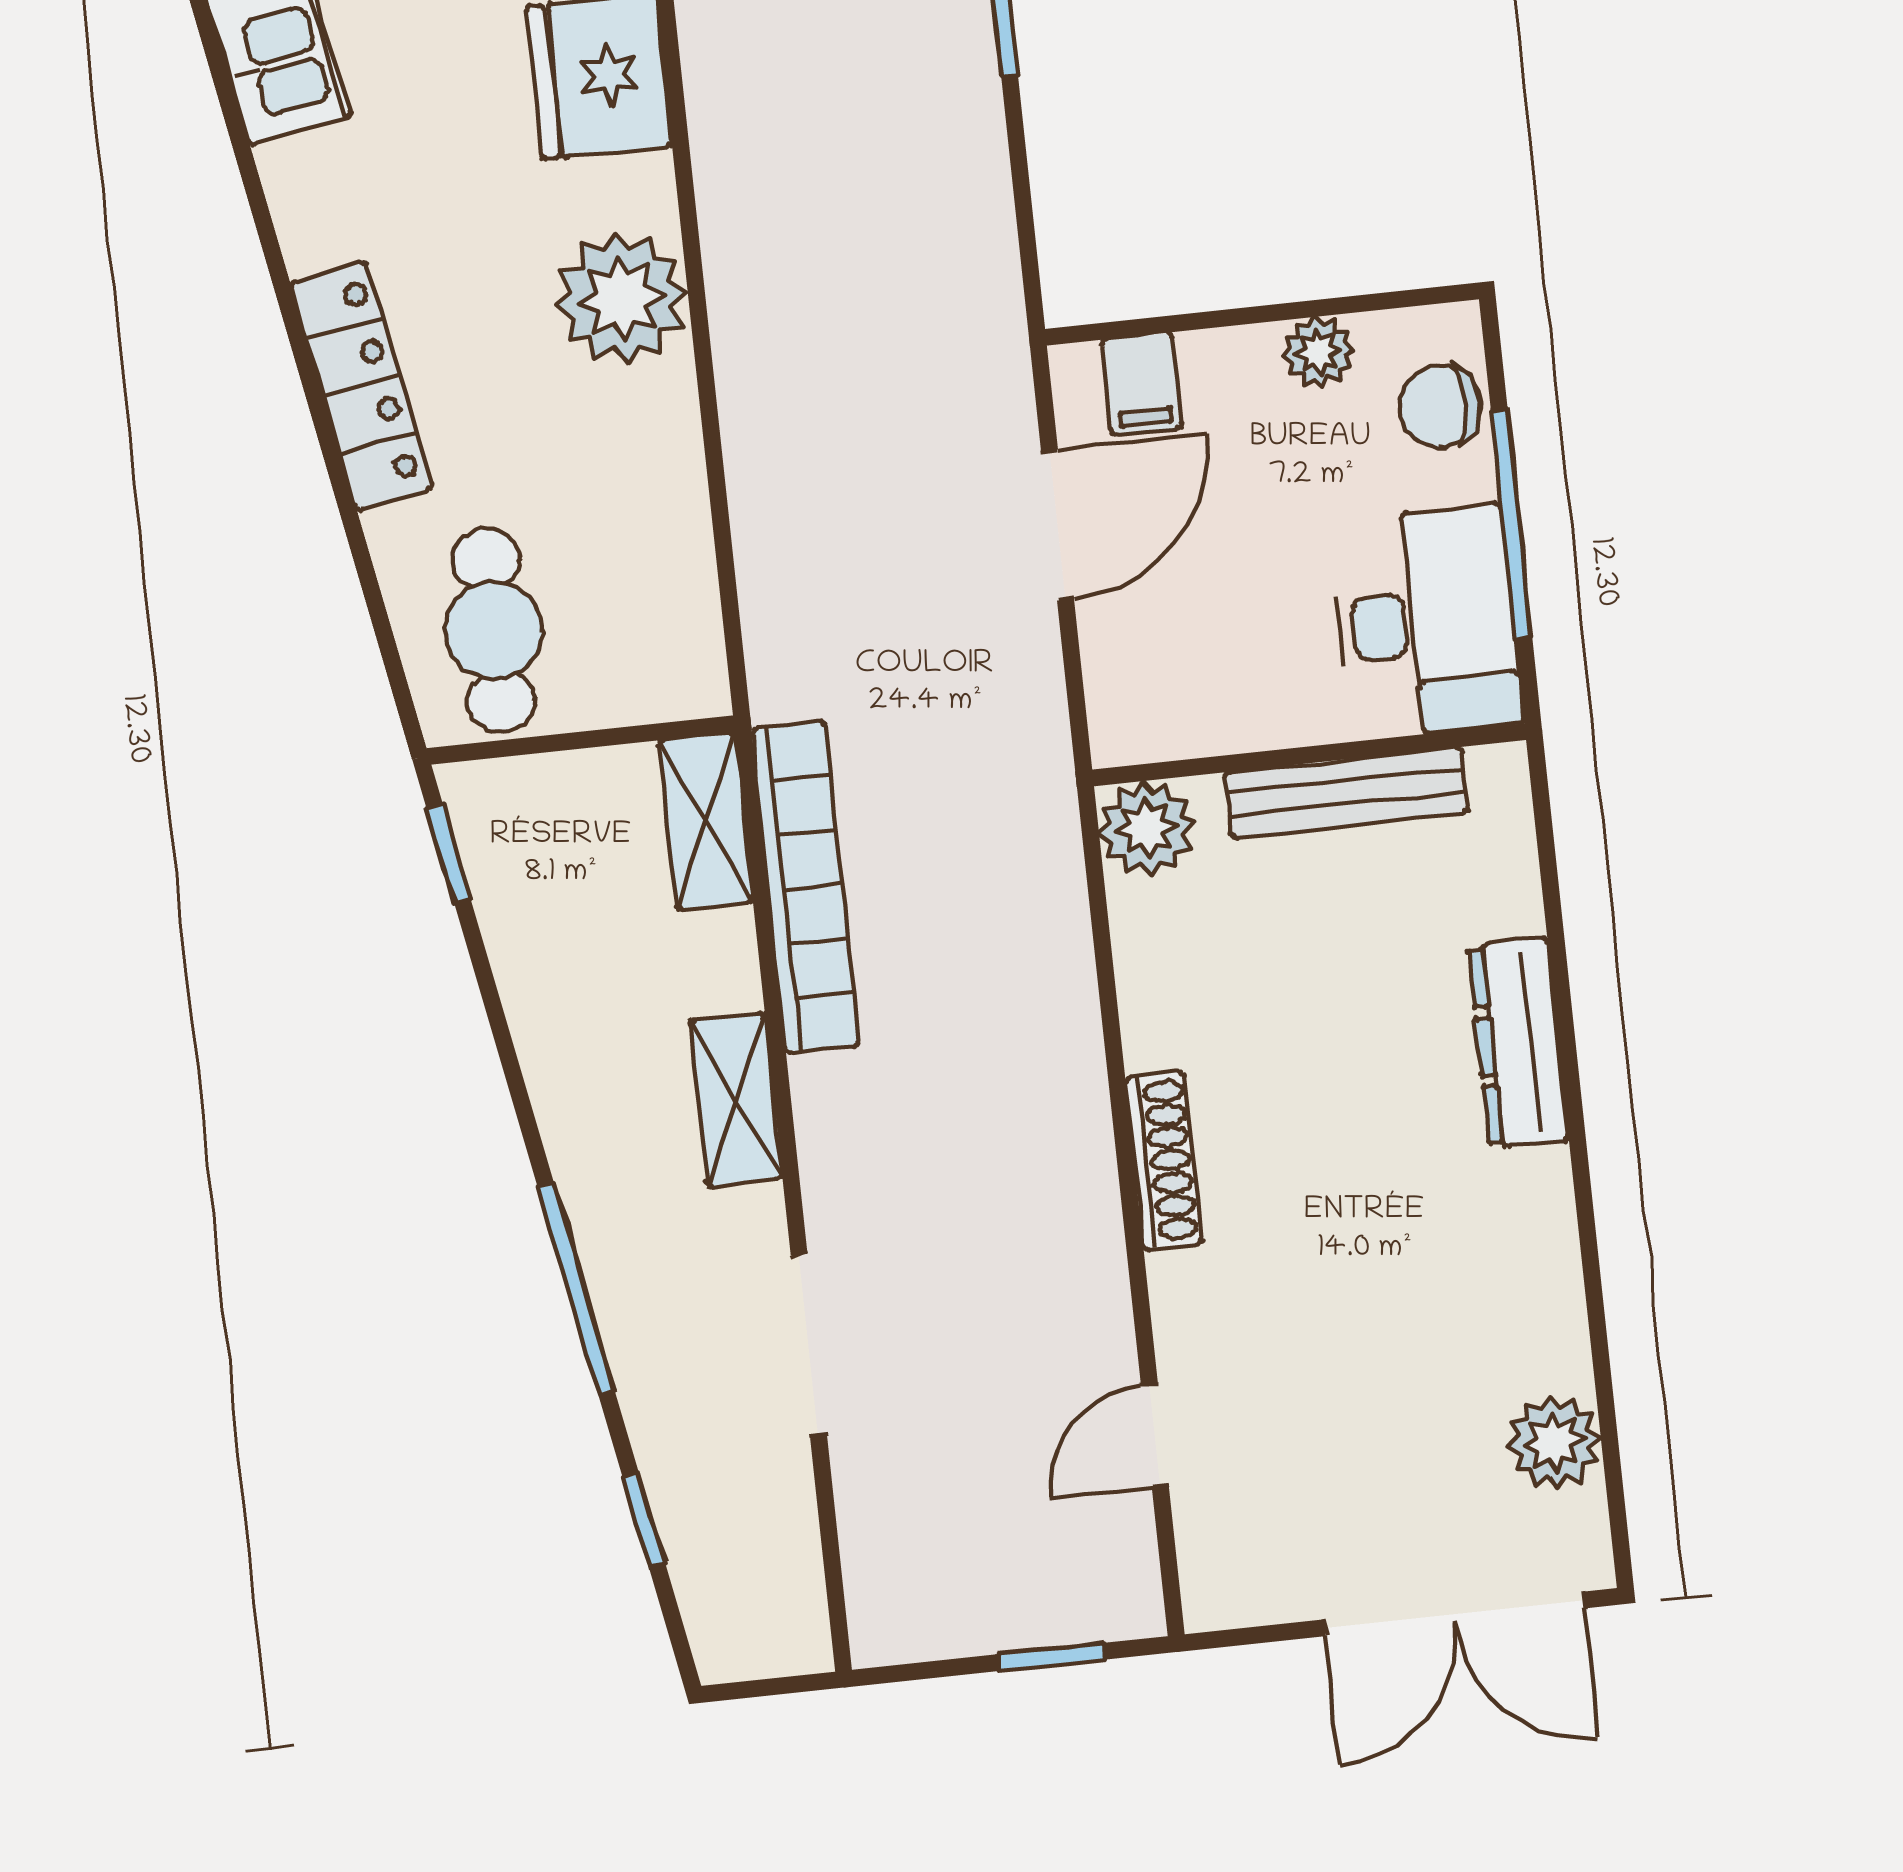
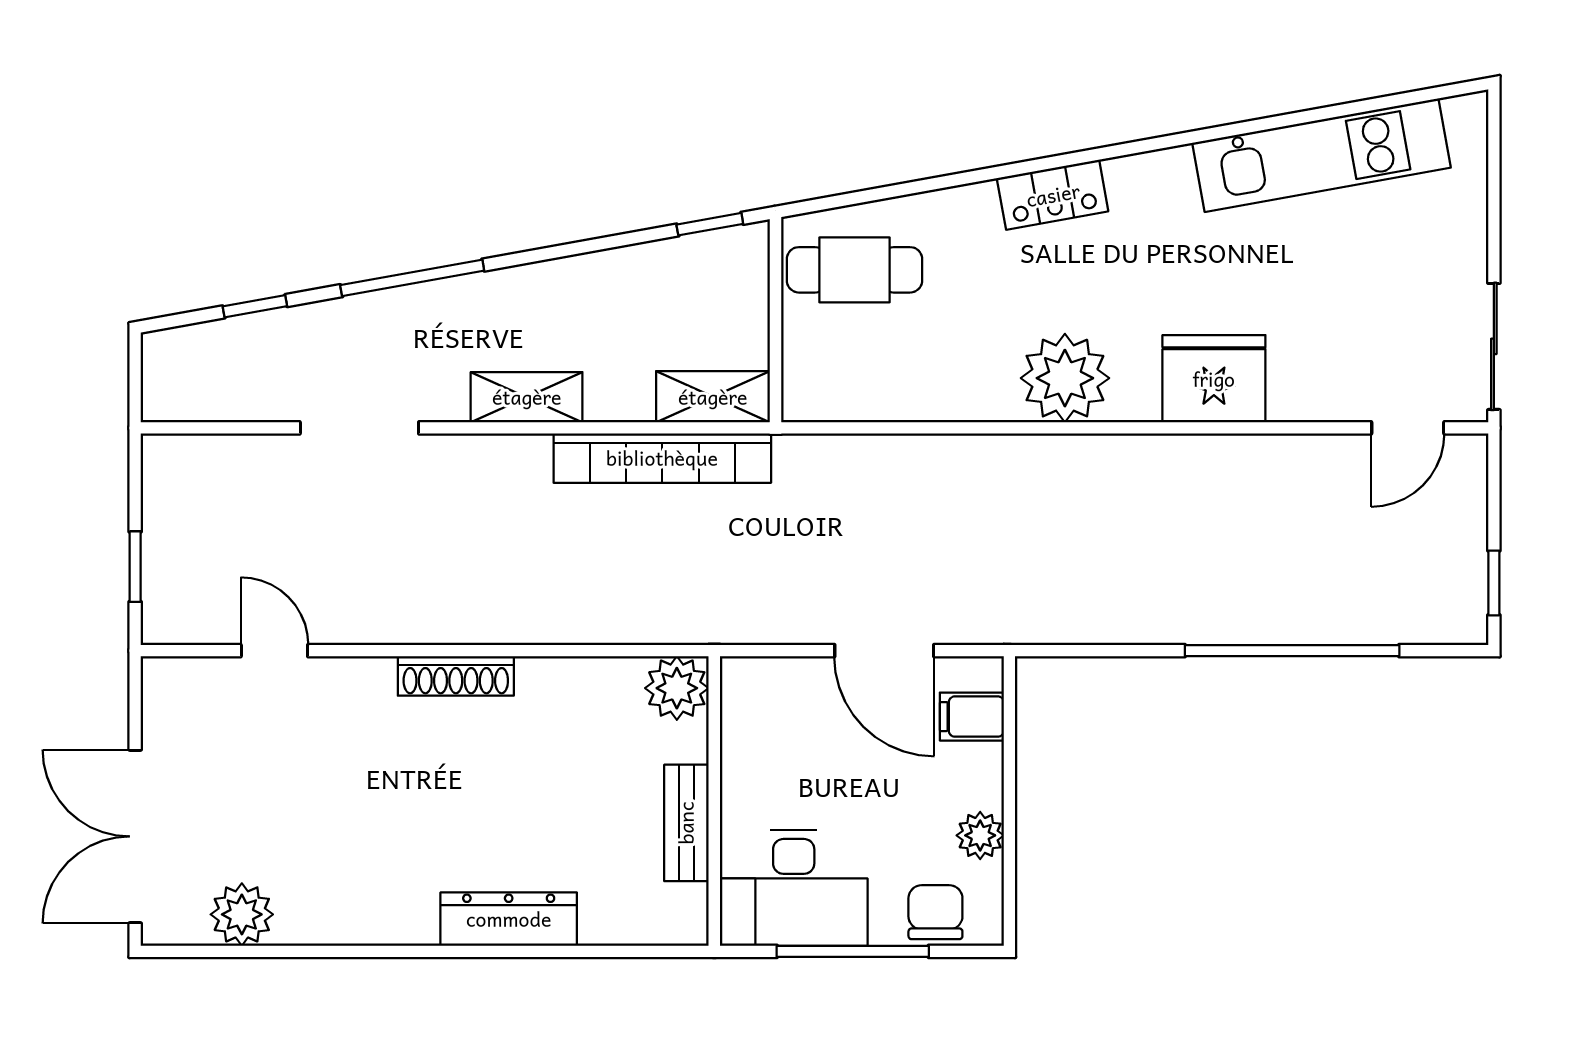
locker: (361, 386) -> (1053, 195), width x0.66
bench: (1346, 793) -> (686, 823), width x0.73

